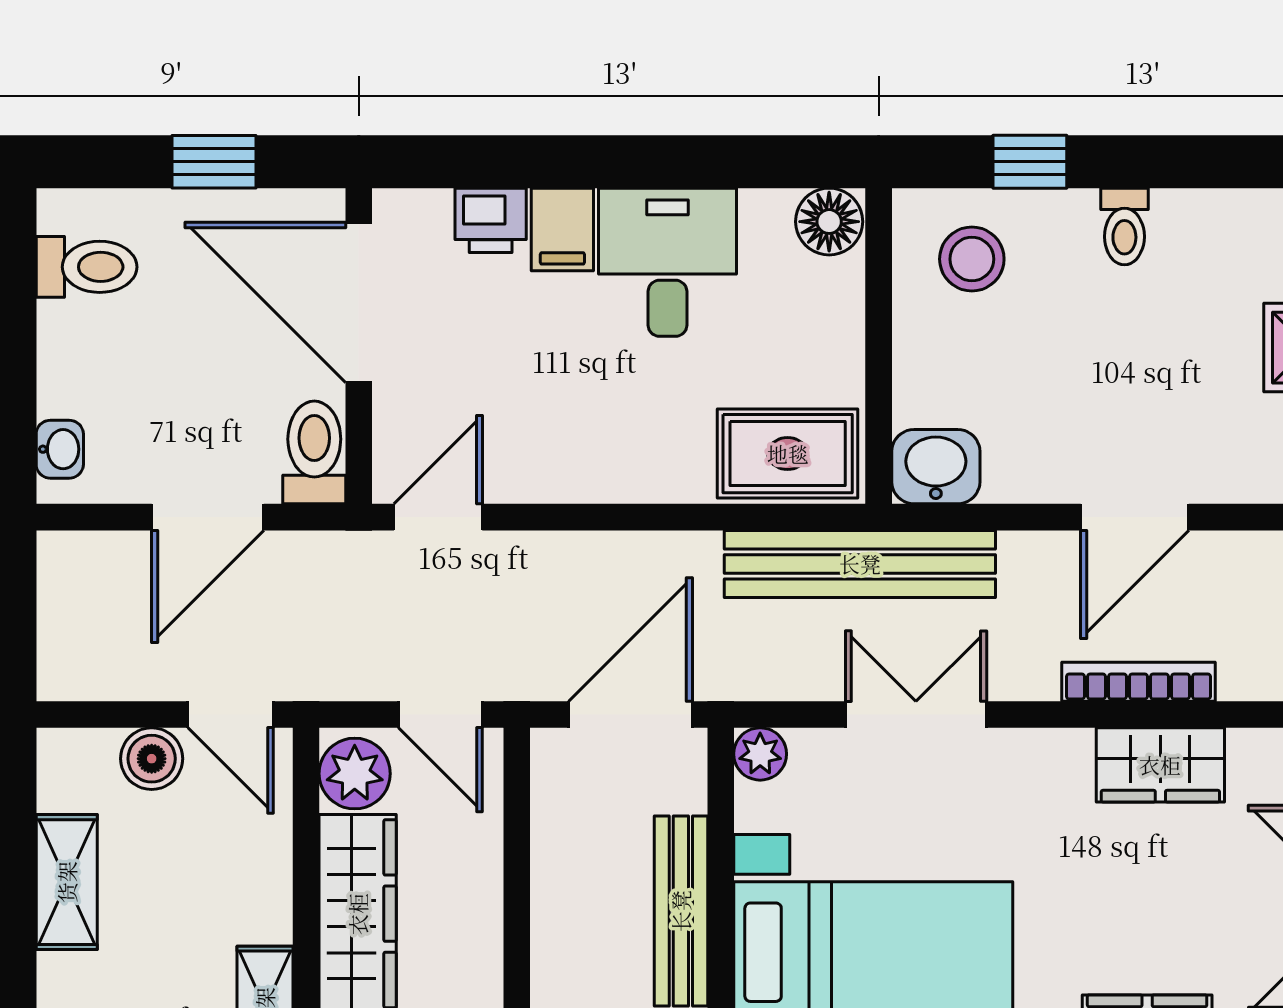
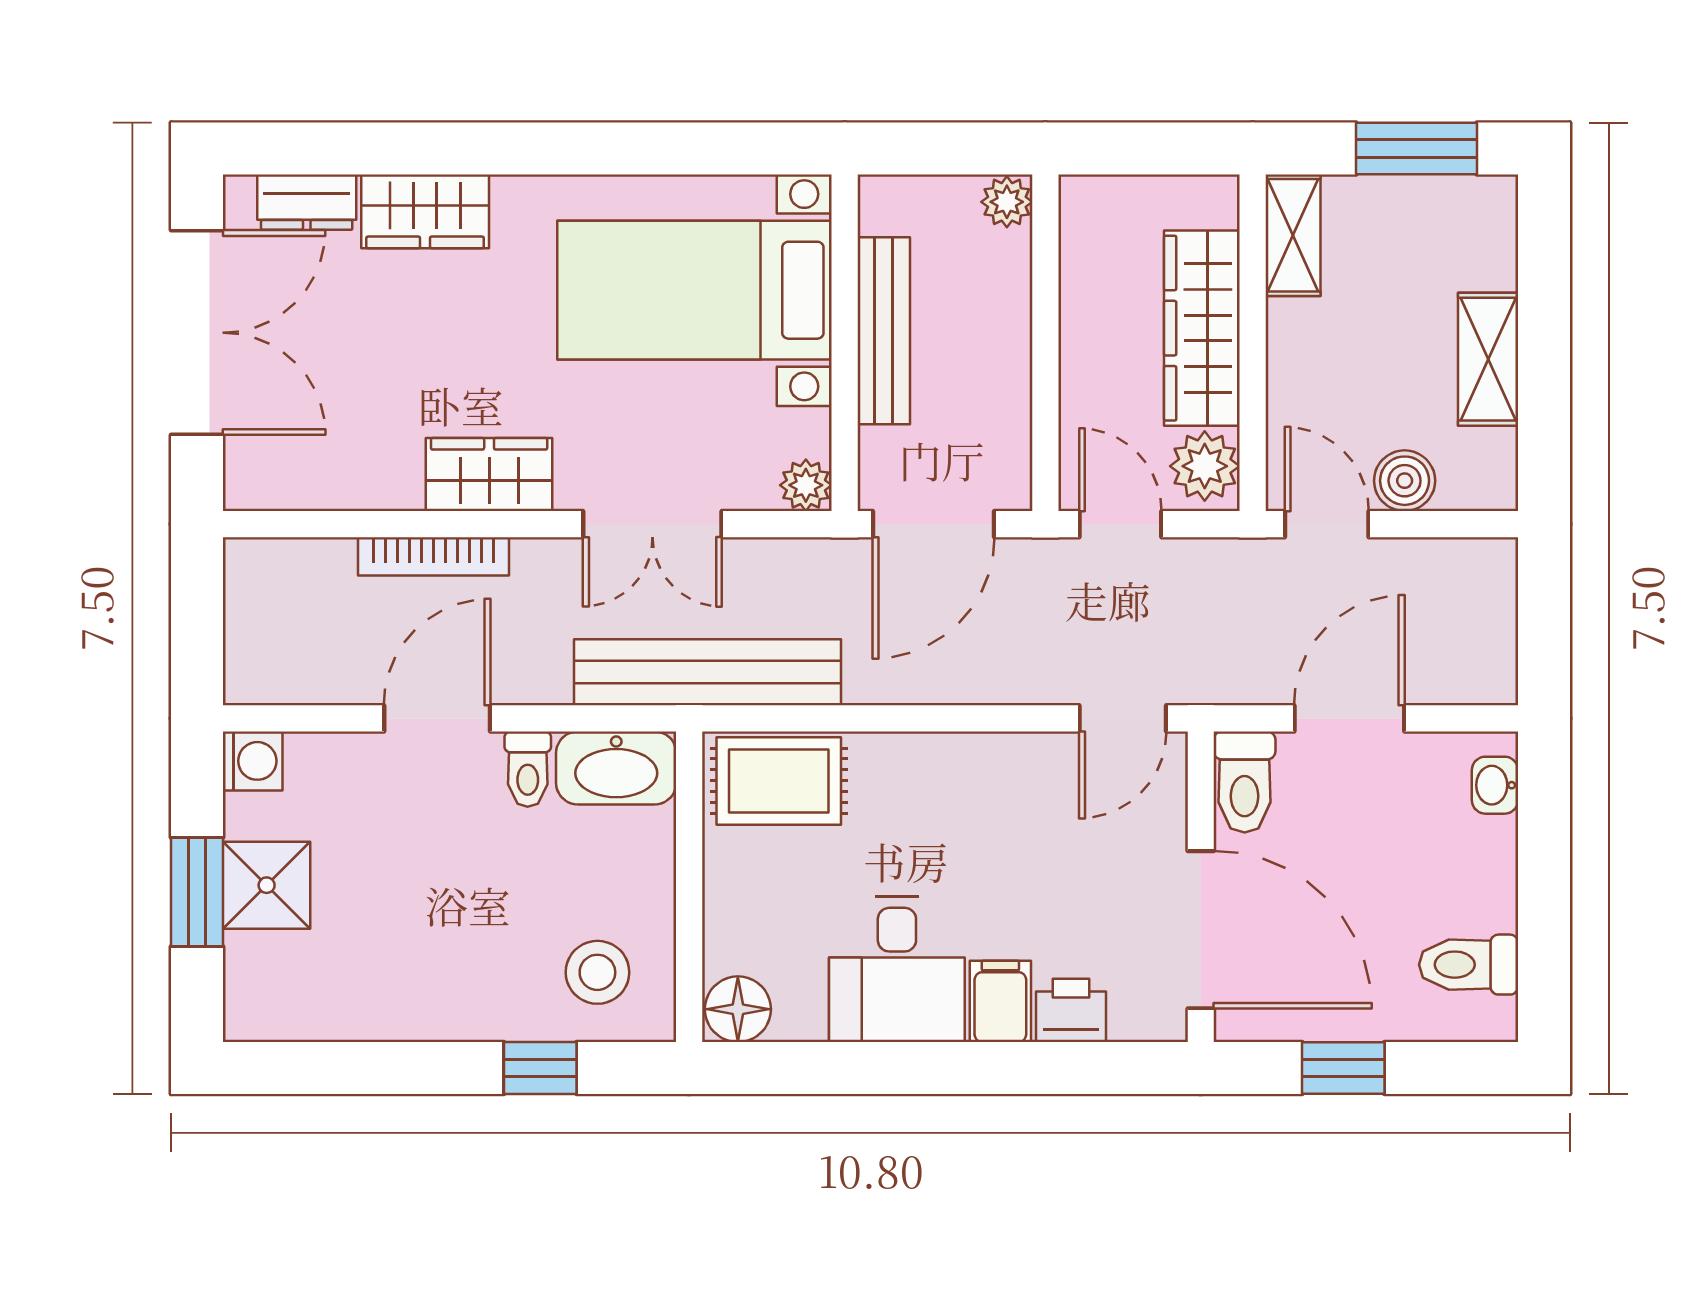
toilet: (1124, 227) -> (528, 769), moved, turned 180
washbasin: (936, 467) -> (616, 768), width x1.38
wardrobe: (1160, 765) -> (489, 475), moved

